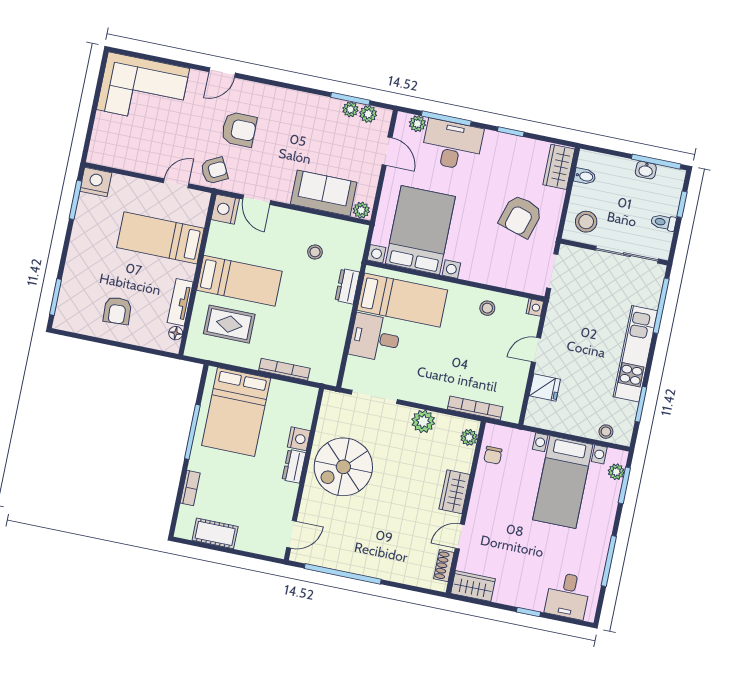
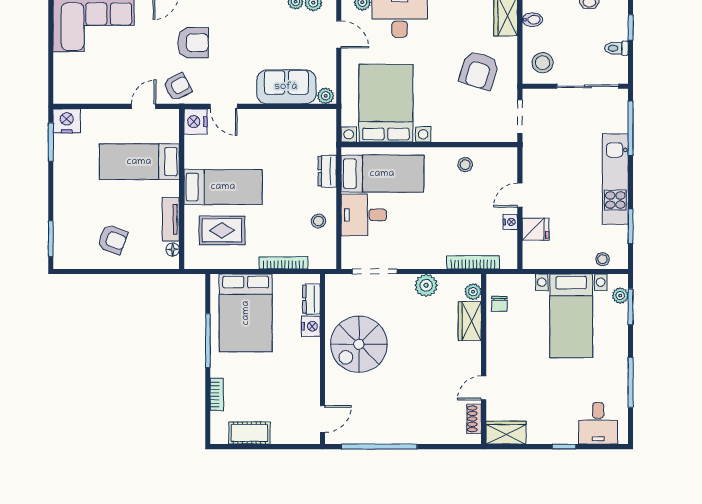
stool: (315, 252) -> (318, 221), moved
nightstand: (535, 307) -> (510, 222), moved
armchair: (117, 311) -> (113, 239), turned -67
dresser: (294, 466) -> (312, 299), moved
wardrobe: (455, 492) -> (470, 321), moved

